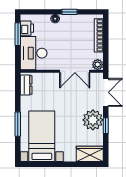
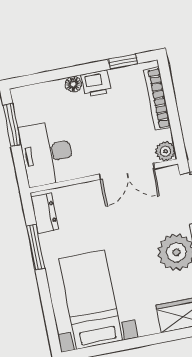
window: (70, 12) -> (123, 62), moved
printer: (27, 28) -> (96, 84), moved, turned 90
window: (18, 124) -> (36, 247), moved

